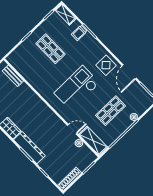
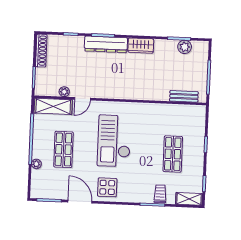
shop shelf: (51, 49) -> (173, 154), turned 90
checkout: (77, 88) -> (114, 141), turned 180

